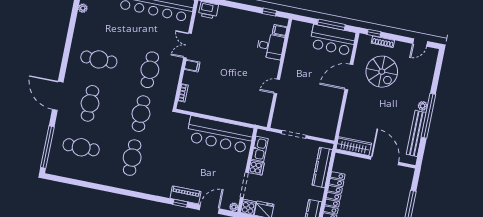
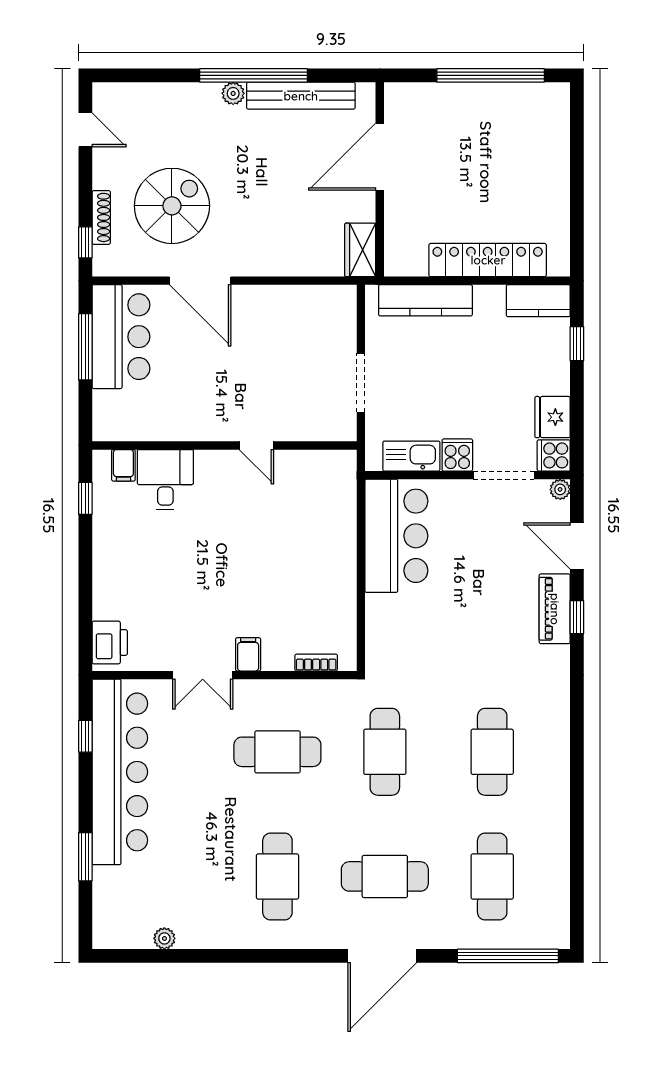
cafe table: (141, 114) -> (385, 752), turned 90
bar counter: (220, 134) -> (396, 536), width x0.73
wardrobe: (354, 146) -> (360, 250), width x0.67
cafe table: (132, 158) -> (492, 752), turned 90

